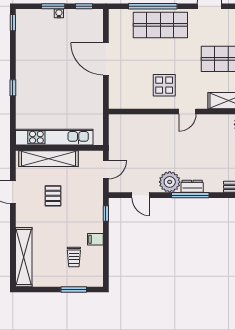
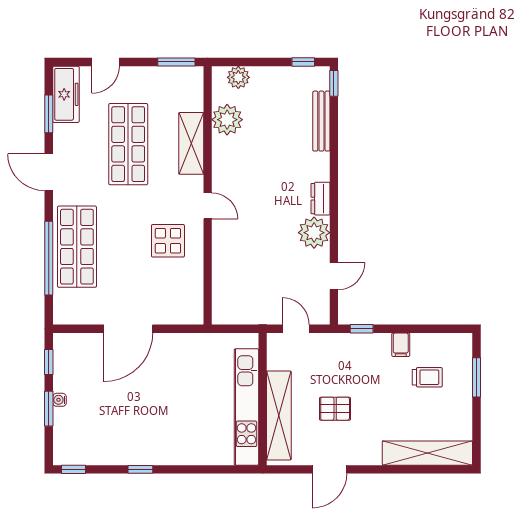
window: (13, 88) -> (140, 469), moved
window: (190, 195) -> (334, 202), removed

